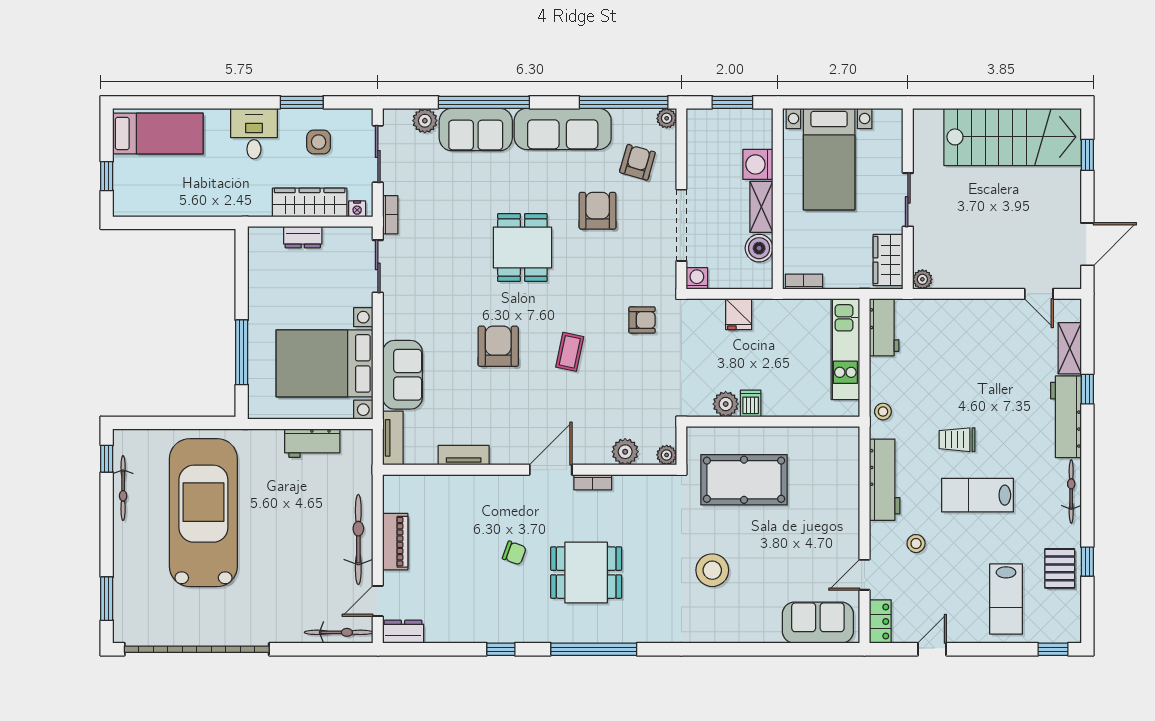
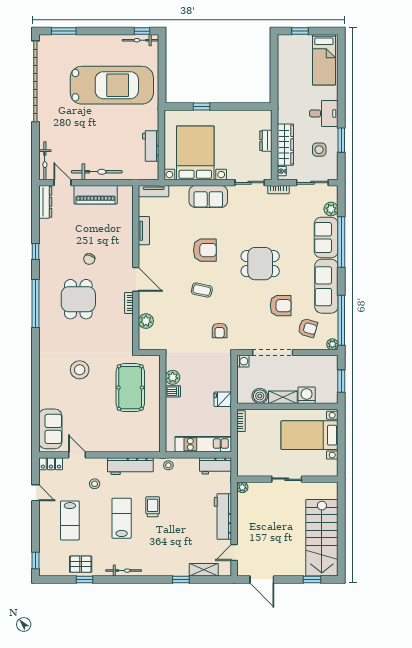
wardrobe: (888, 260) -> (253, 468), removed
fridge: (739, 314) -> (223, 399), moved
window: (242, 352) -> (202, 107), width x0.46
sofa: (402, 375) -> (208, 197), moved
workbench: (1066, 417) -> (223, 516), moved, turned -90
plant: (667, 455) -> (144, 344), removed
bicycle: (123, 488) -> (141, 40), moved
piano: (395, 542) -> (96, 195), width x1.37, depth x1.33
lab bench: (1006, 599) -> (70, 520), moved, turned -90
dresser: (403, 632) -> (45, 202), width x1.44

